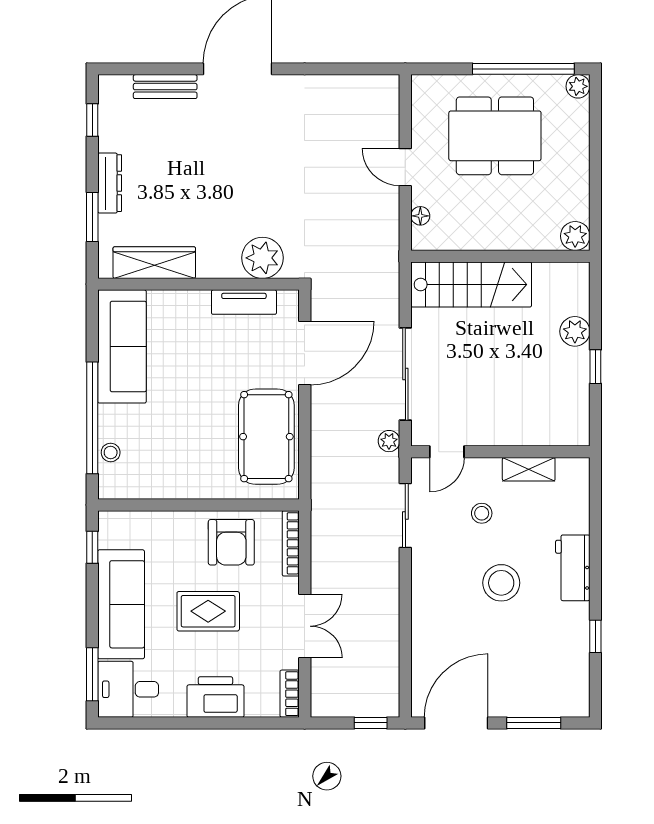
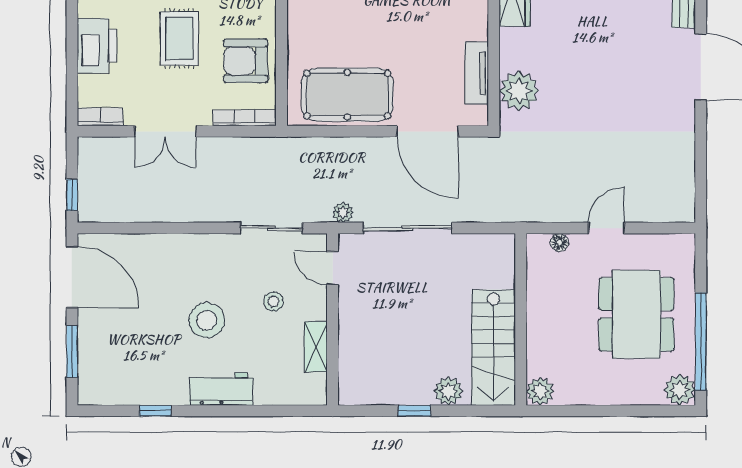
plant: (578, 86) -> (680, 390), width x1.38, depth x1.38
stairs: (471, 284) -> (493, 348), moved

